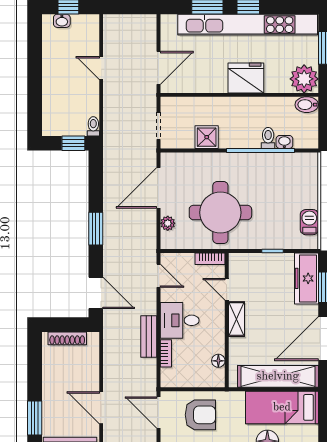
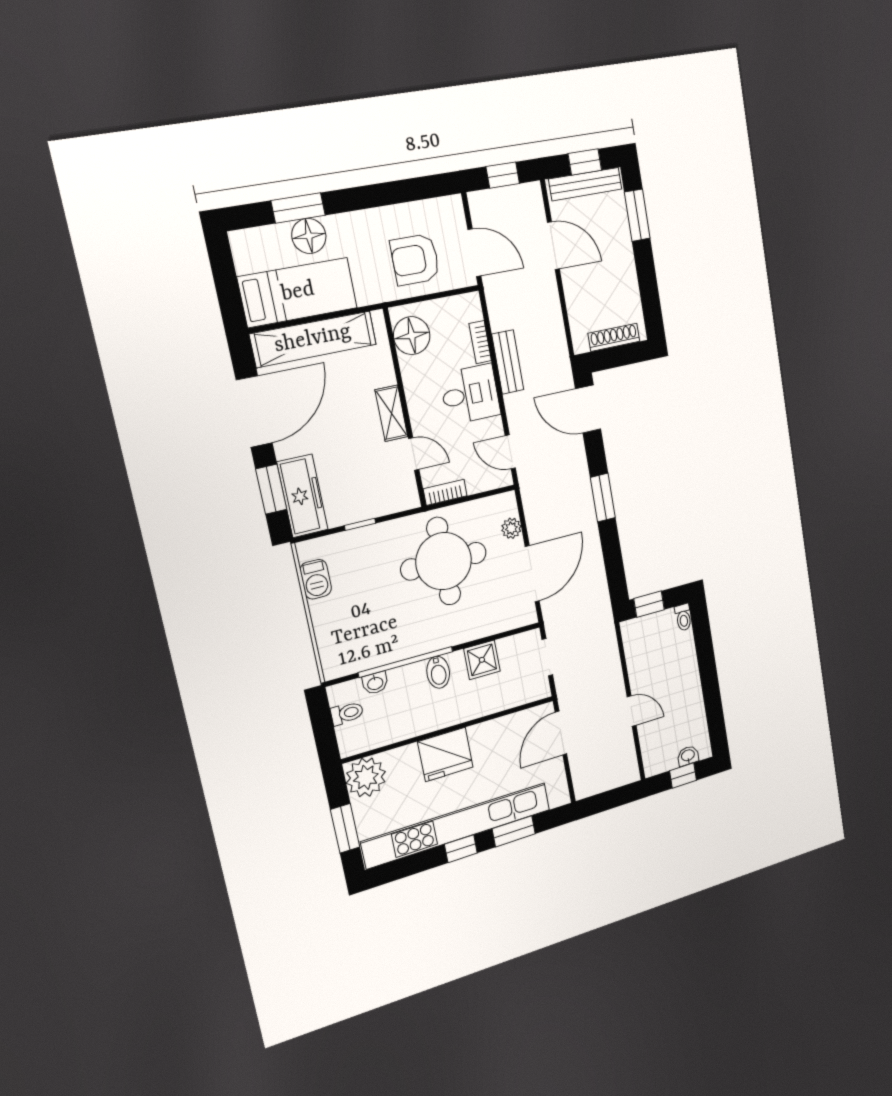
bidet: (307, 105) -> (438, 672), moved, turned 90
toilet: (93, 126) -> (683, 617), moved
toilet: (268, 138) -> (347, 713), moved, turned -90
floor lamp: (218, 361) -> (412, 336), width x1.89, depth x1.89

